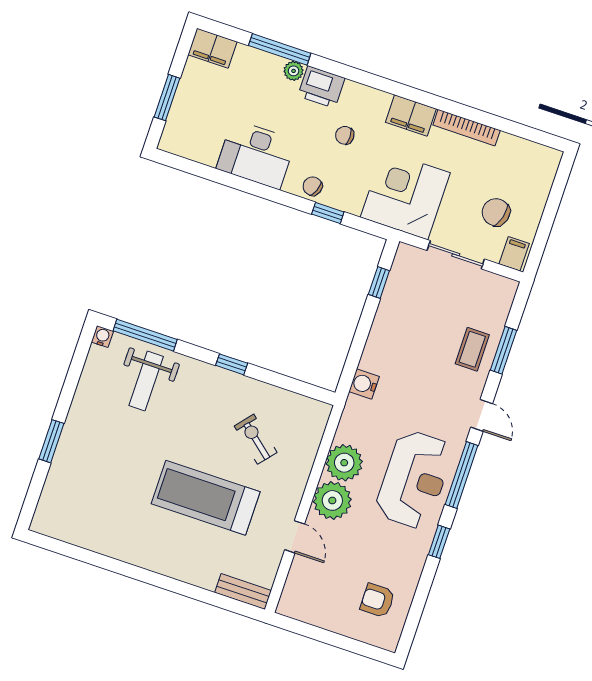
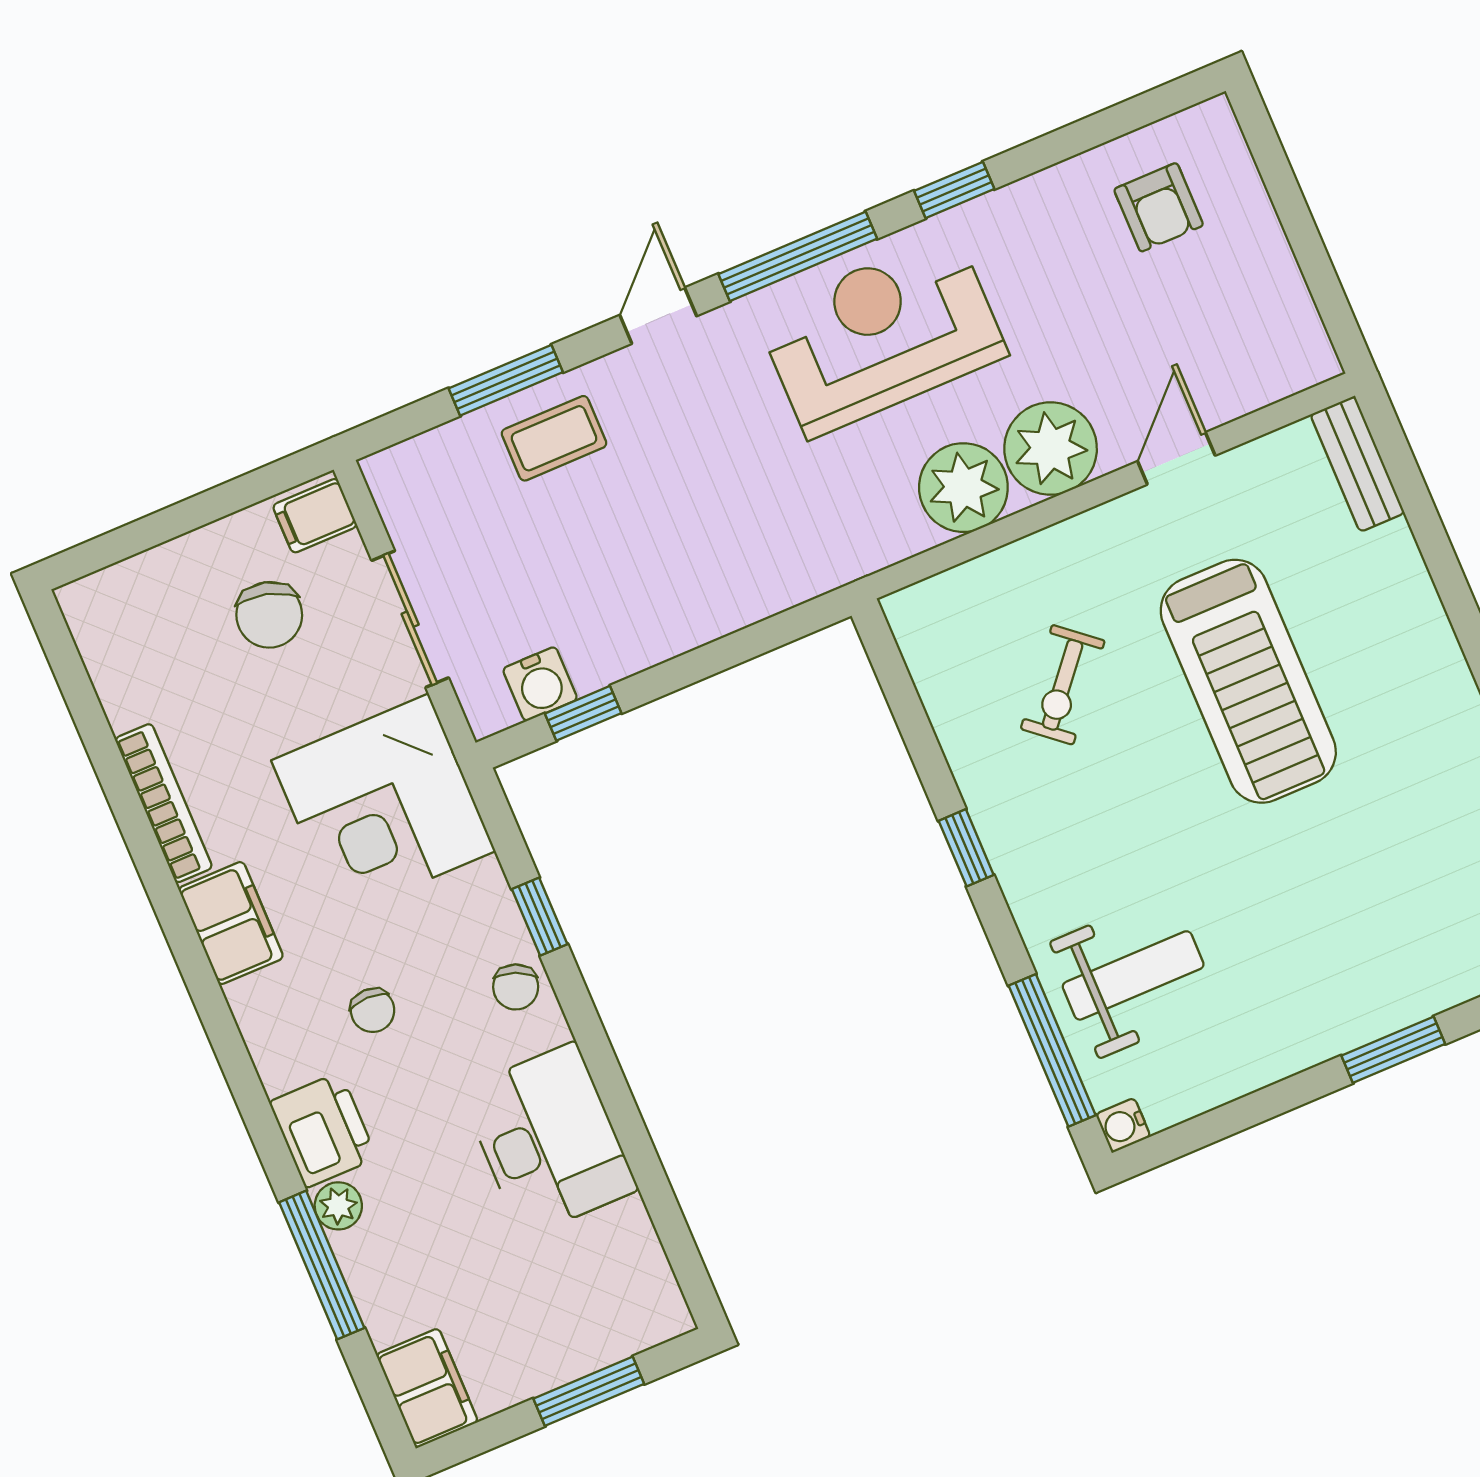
water cooler: (364, 384) -> (540, 684), moved

